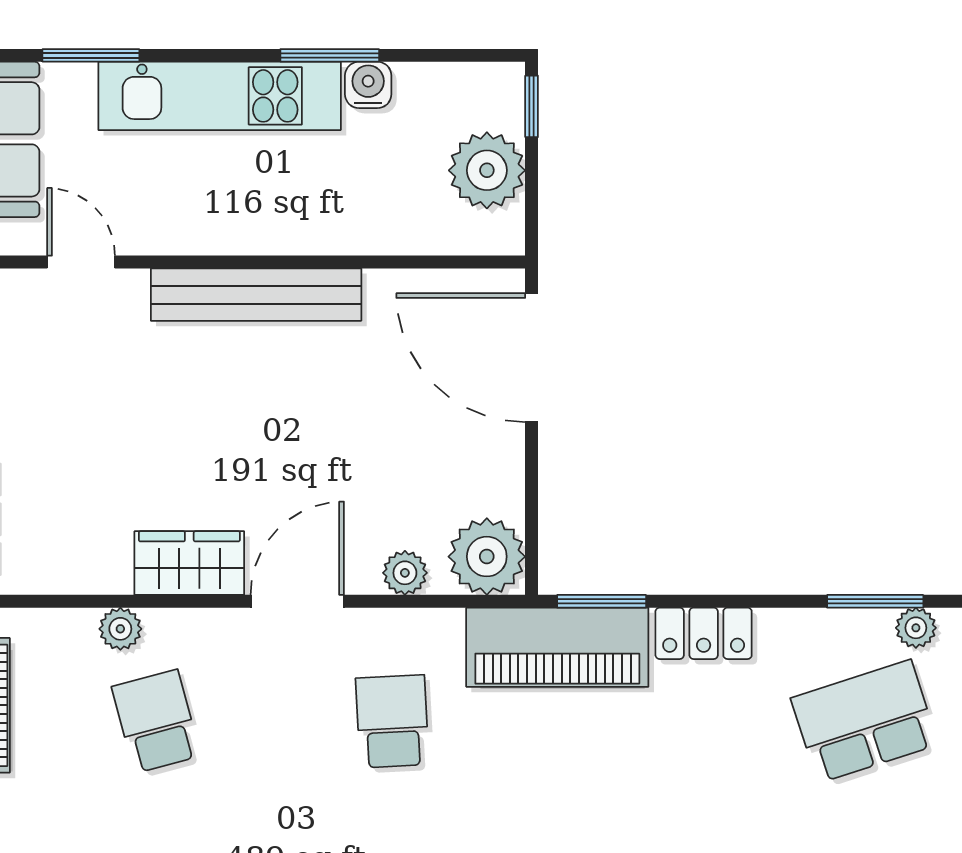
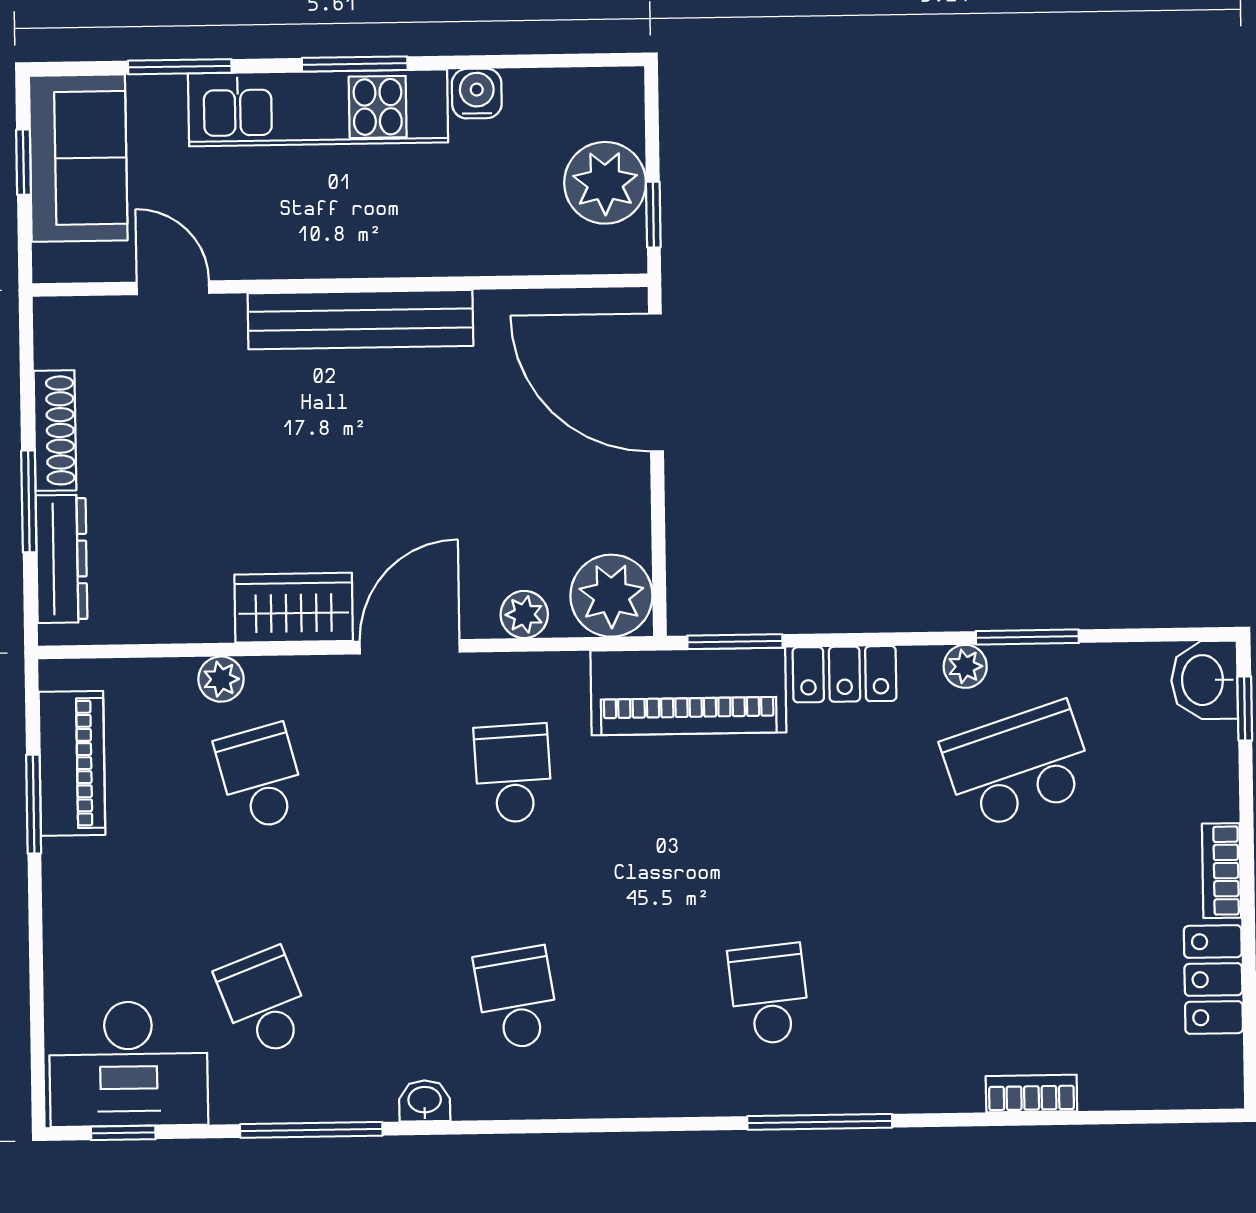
window: (330, 55) -> (355, 64), moved
window: (532, 106) -> (653, 215), moved
plant: (916, 628) -> (965, 666), moved

